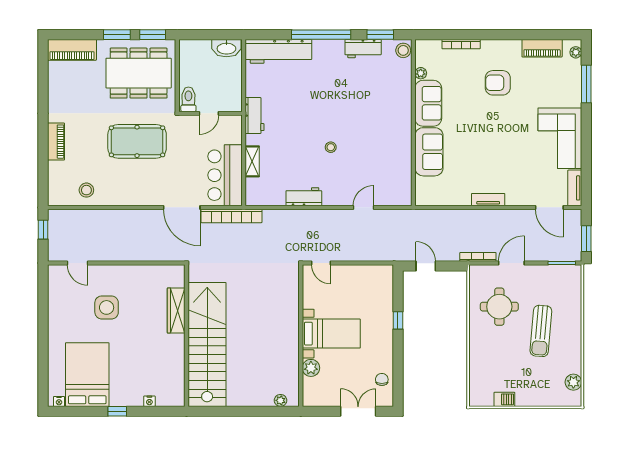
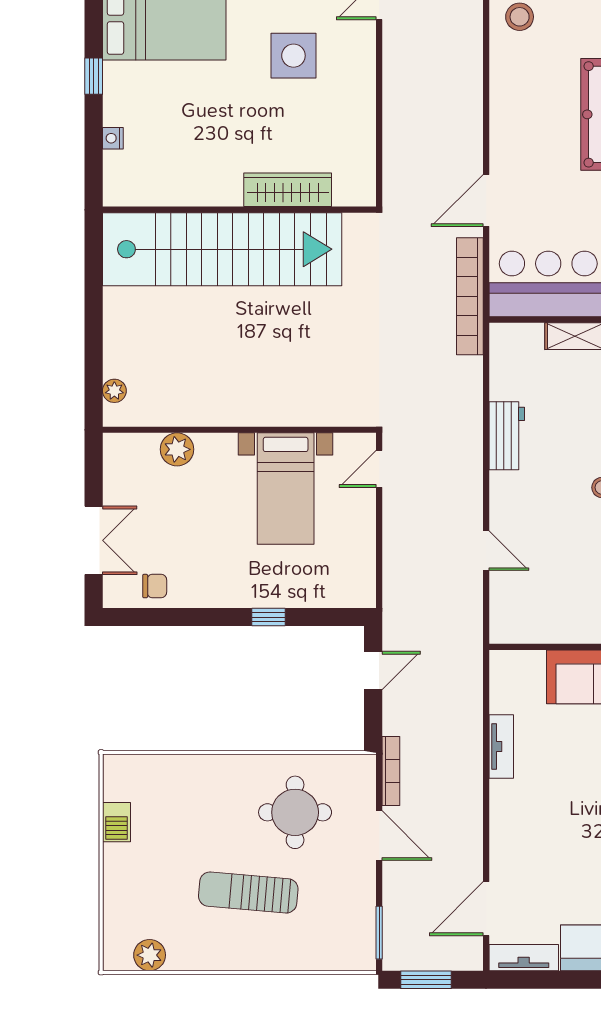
tv unit: (488, 200) -> (501, 747), moved
door: (182, 207) -> (486, 201), width x0.73
bed with nightstands: (331, 334) -> (286, 488), moved

